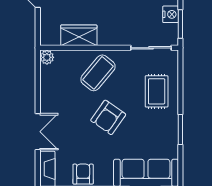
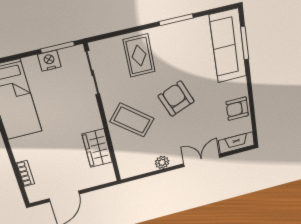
plant: (47, 57) -> (162, 162), moved
rug: (157, 91) -> (139, 56), turned 90
armchair: (108, 117) -> (176, 99), turned -147

